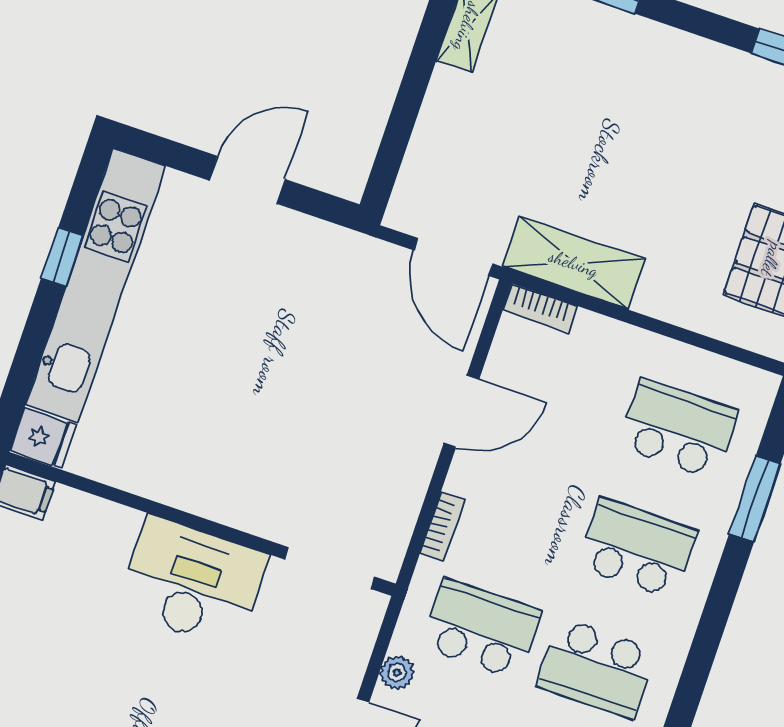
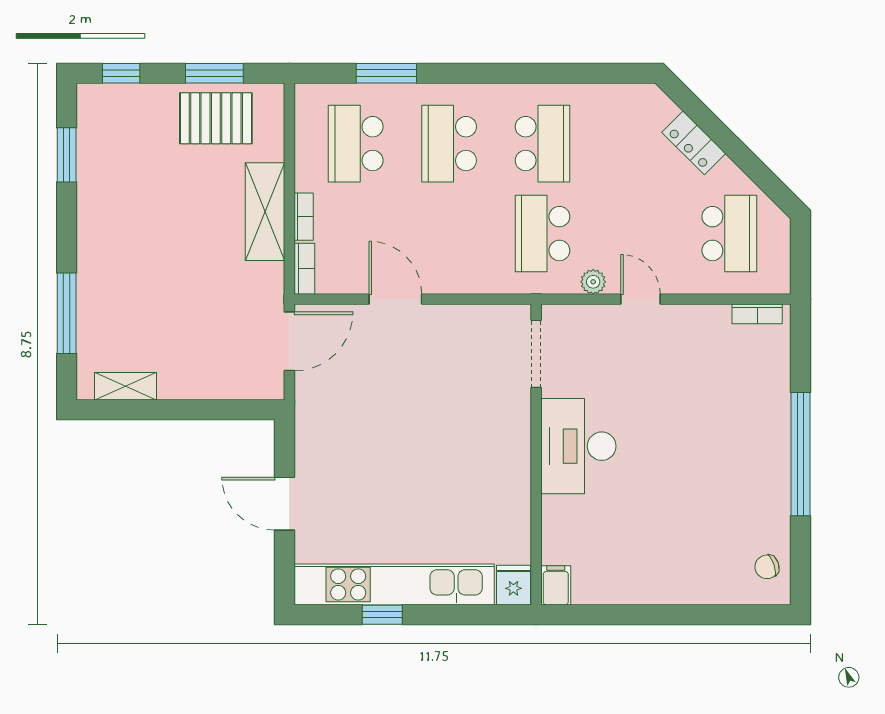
shelving: (574, 263) -> (265, 212), moved
bookcase: (443, 526) -> (304, 217), moved, turned 90

